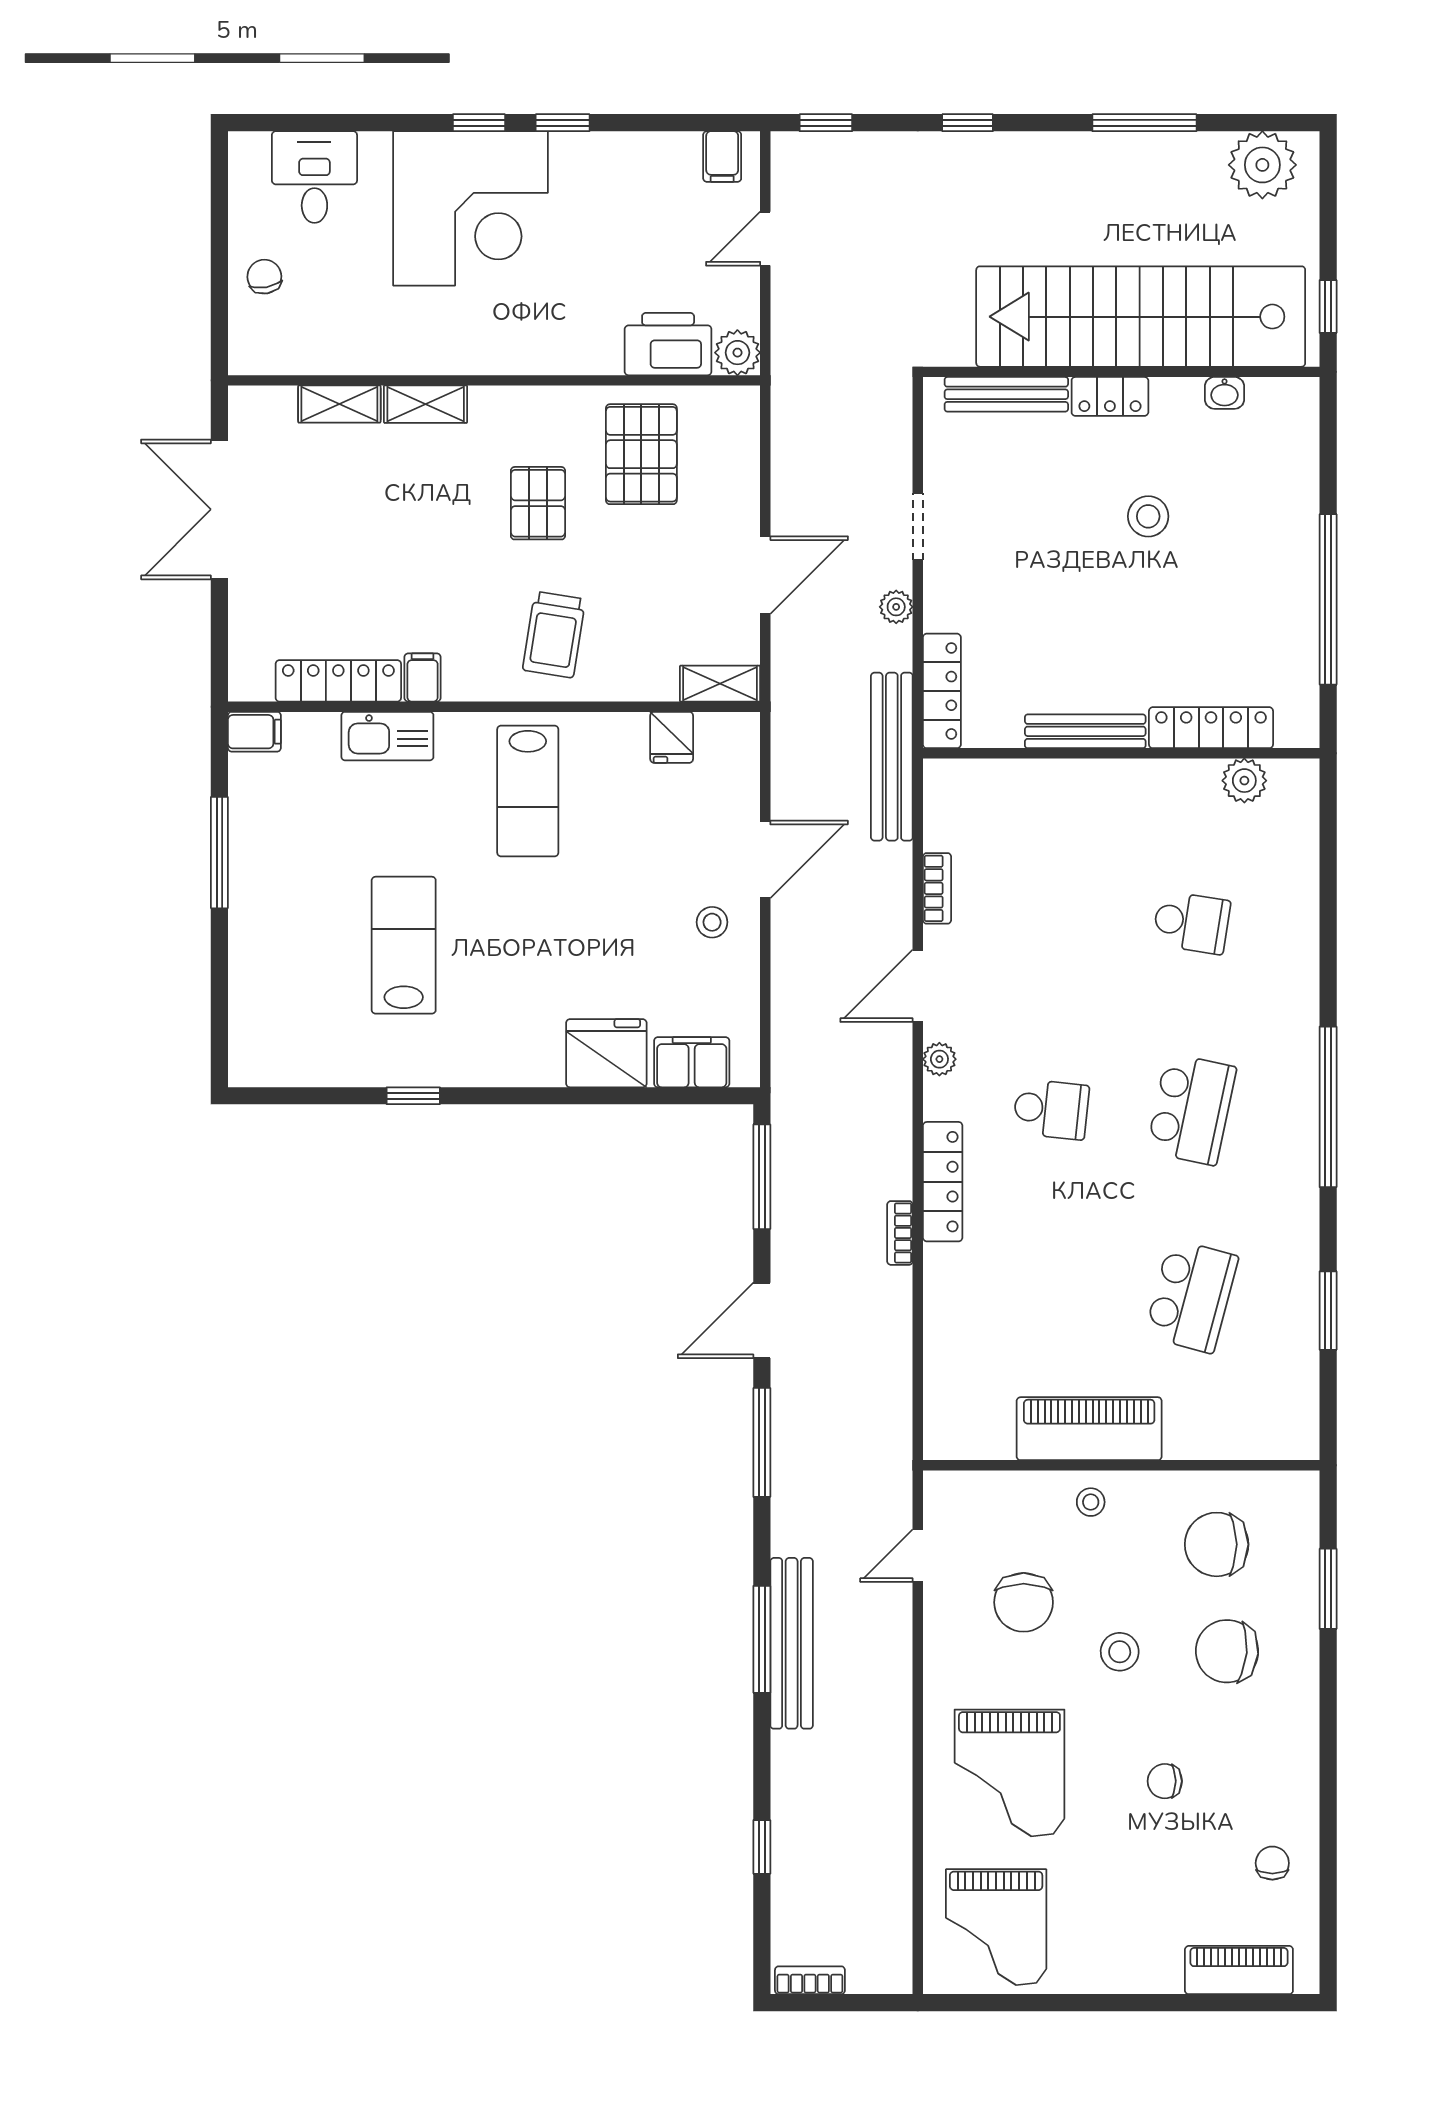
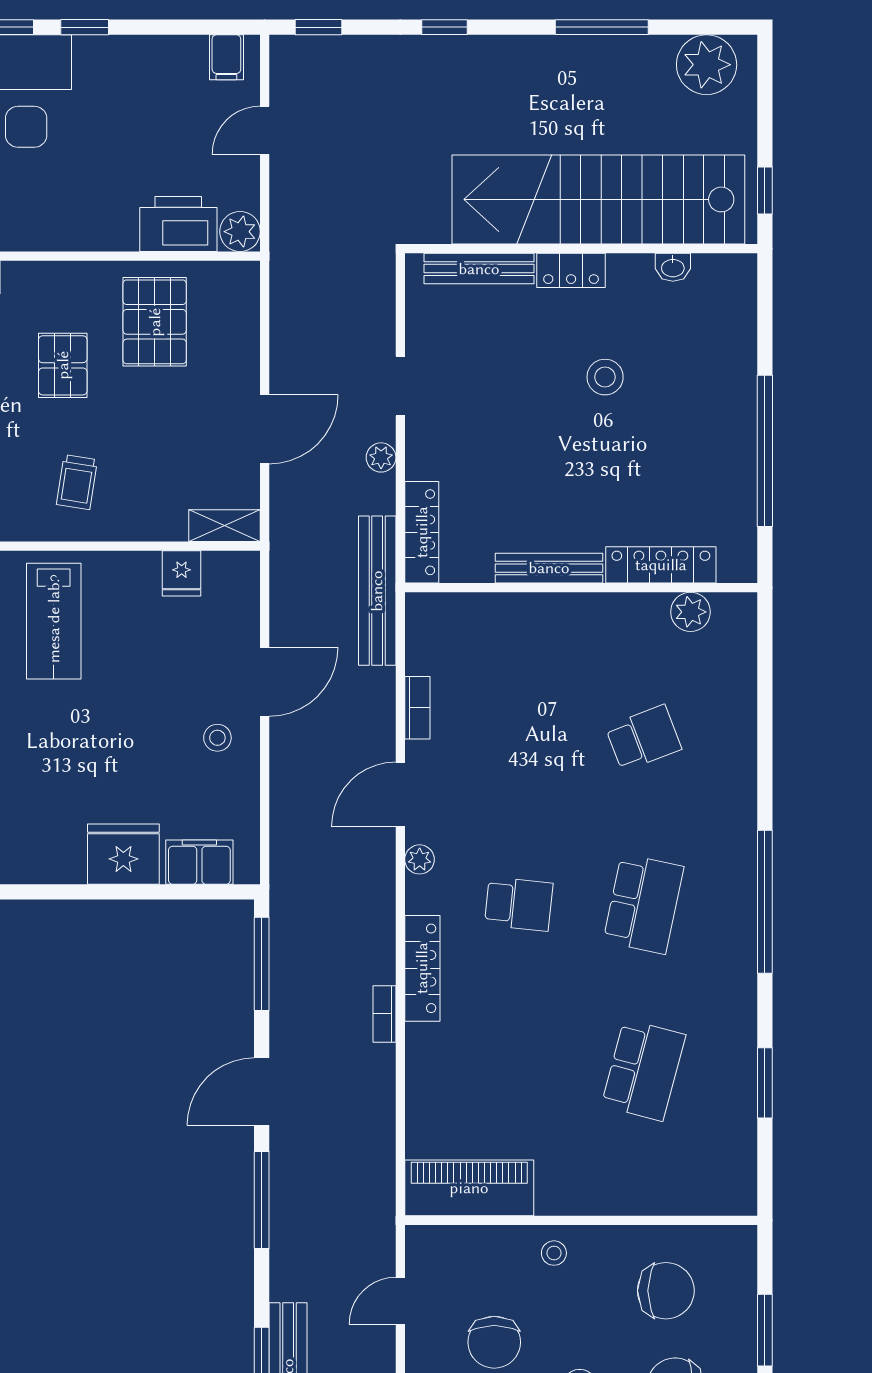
trolley: (554, 635) -> (77, 482), width x0.73, depth x0.72
school desk: (1191, 923) -> (643, 738), turned -30
piano: (1089, 1429) -> (469, 1188), moved
chair: (1217, 1544) -> (666, 1291), turned 180

